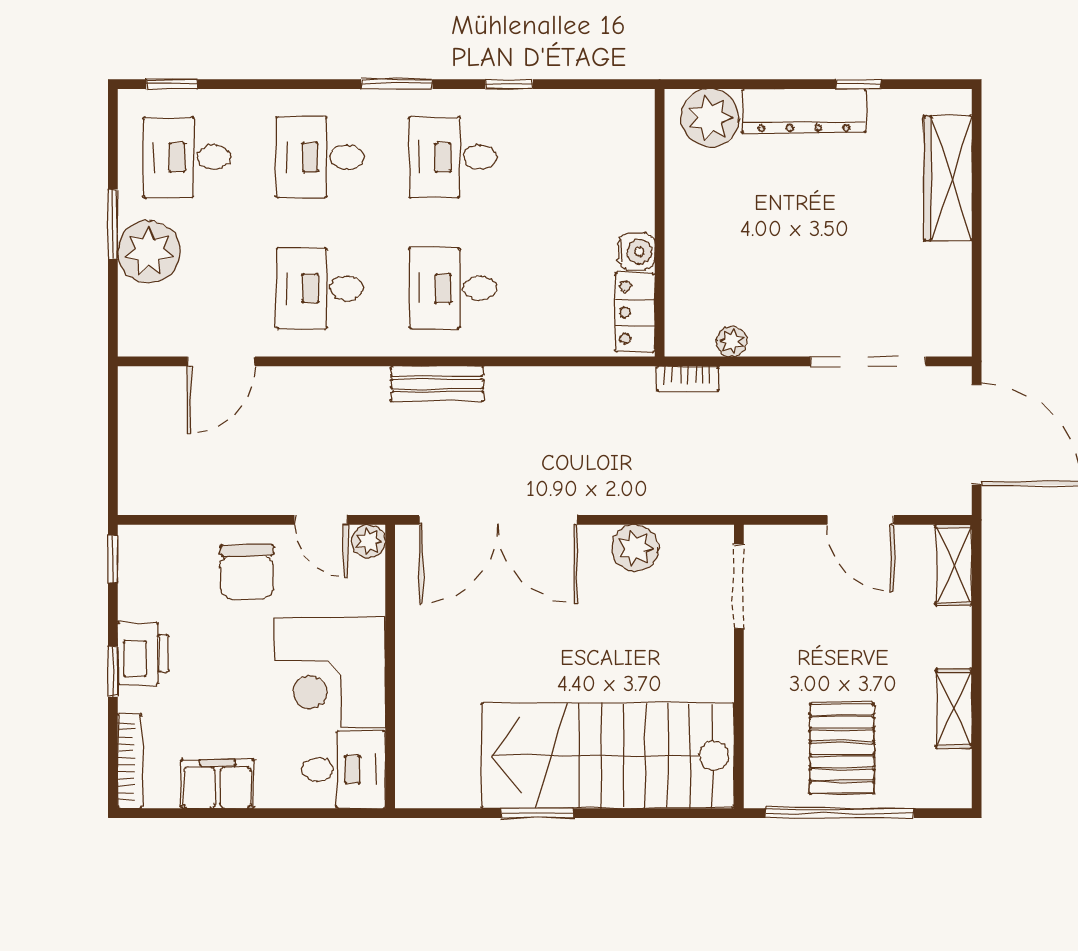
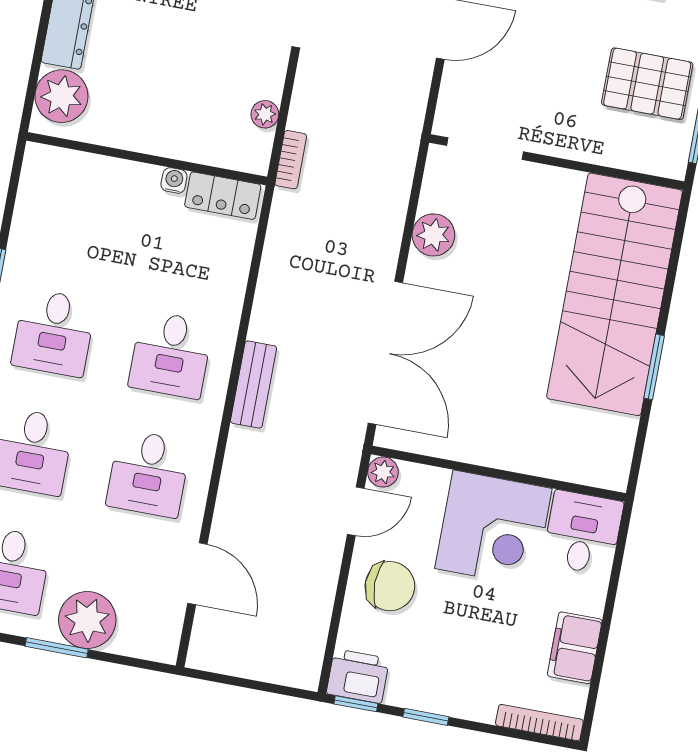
water cooler: (637, 251) -> (174, 180), width x0.72, depth x0.72
printer: (143, 653) -> (358, 676), moved
window: (113, 672) -> (426, 717), moved

